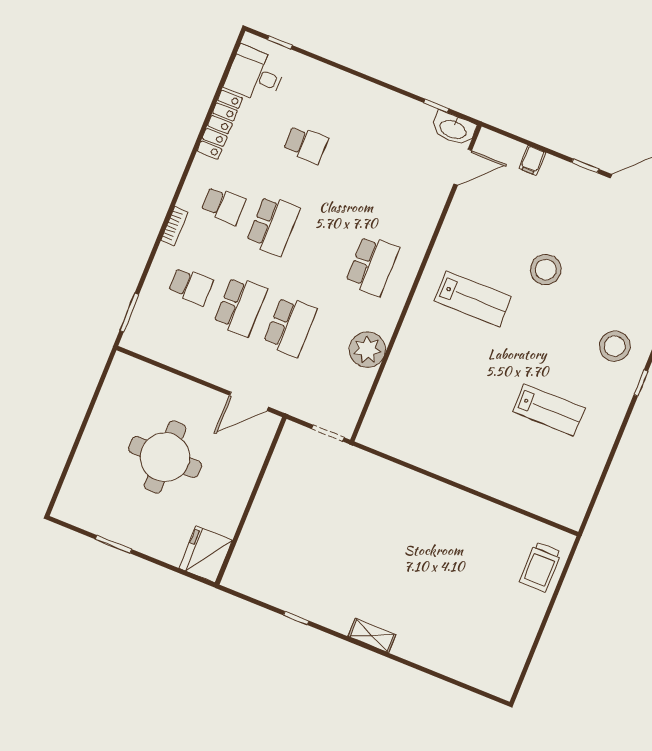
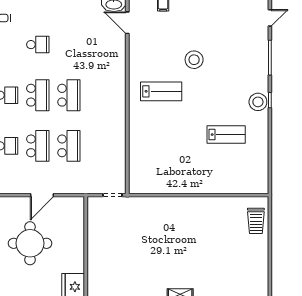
door: (463, 167) -> (127, 23), swing flipped
school desk: (372, 265) -> (69, 95), moved
stool: (615, 346) -> (258, 102), moved
plant: (367, 350) -> (116, 142), removed
door: (249, 401) -> (42, 195), moved

